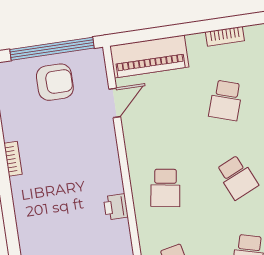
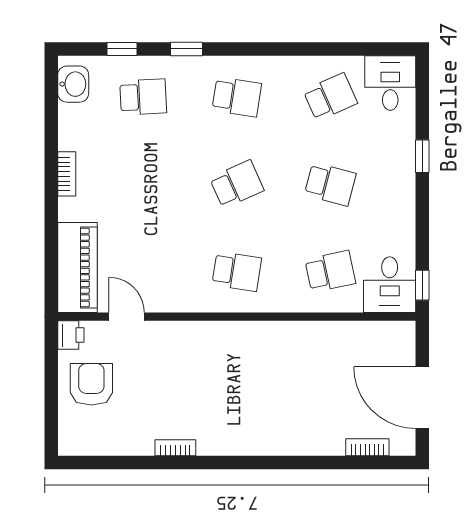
window: (52, 49) -> (51, 382), removed
school desk: (226, 100) -> (143, 184), removed
printer: (116, 207) -> (71, 335), moved, turned -90

